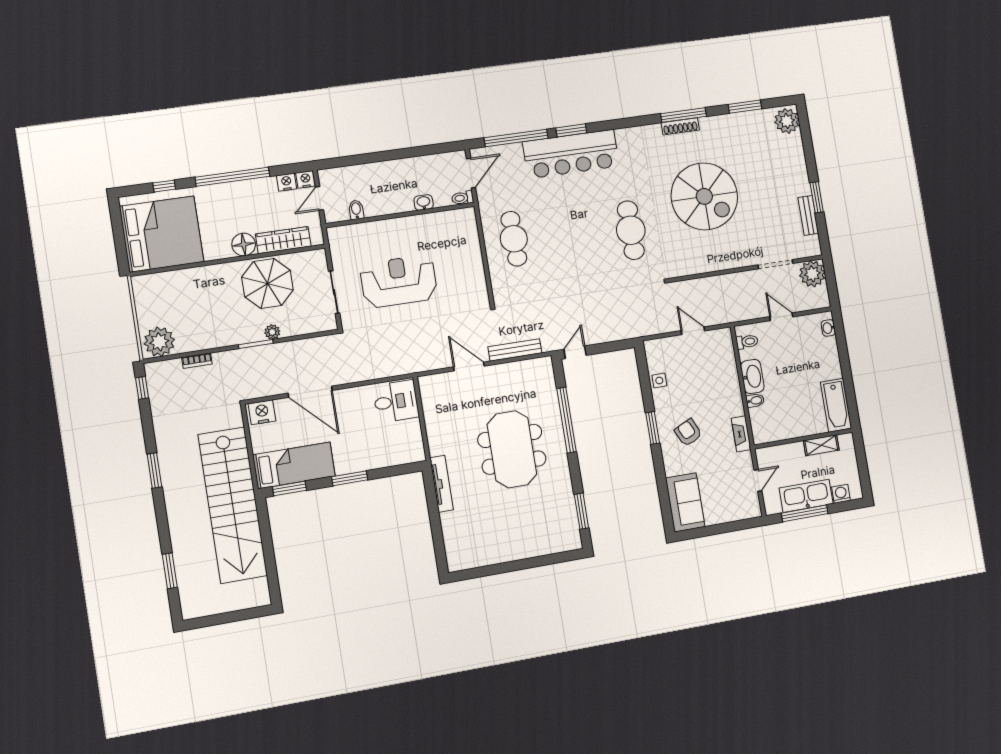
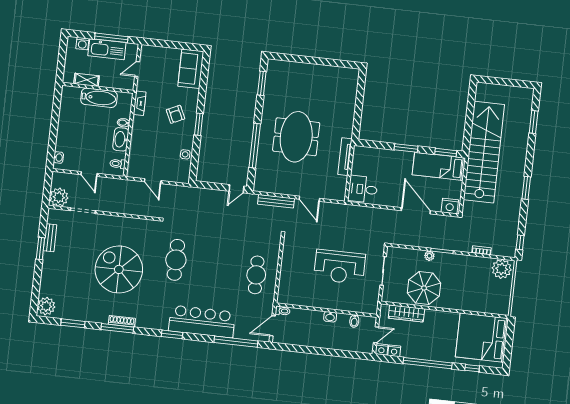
window: (571, 130) -> (172, 334), moved
washbasin: (424, 202) -> (330, 317), moved
floor lamp: (244, 244) -> (432, 317), removed
bathtub: (836, 405) -> (99, 98), moved, turned 90
tv unit: (442, 484) -> (345, 157), moved

